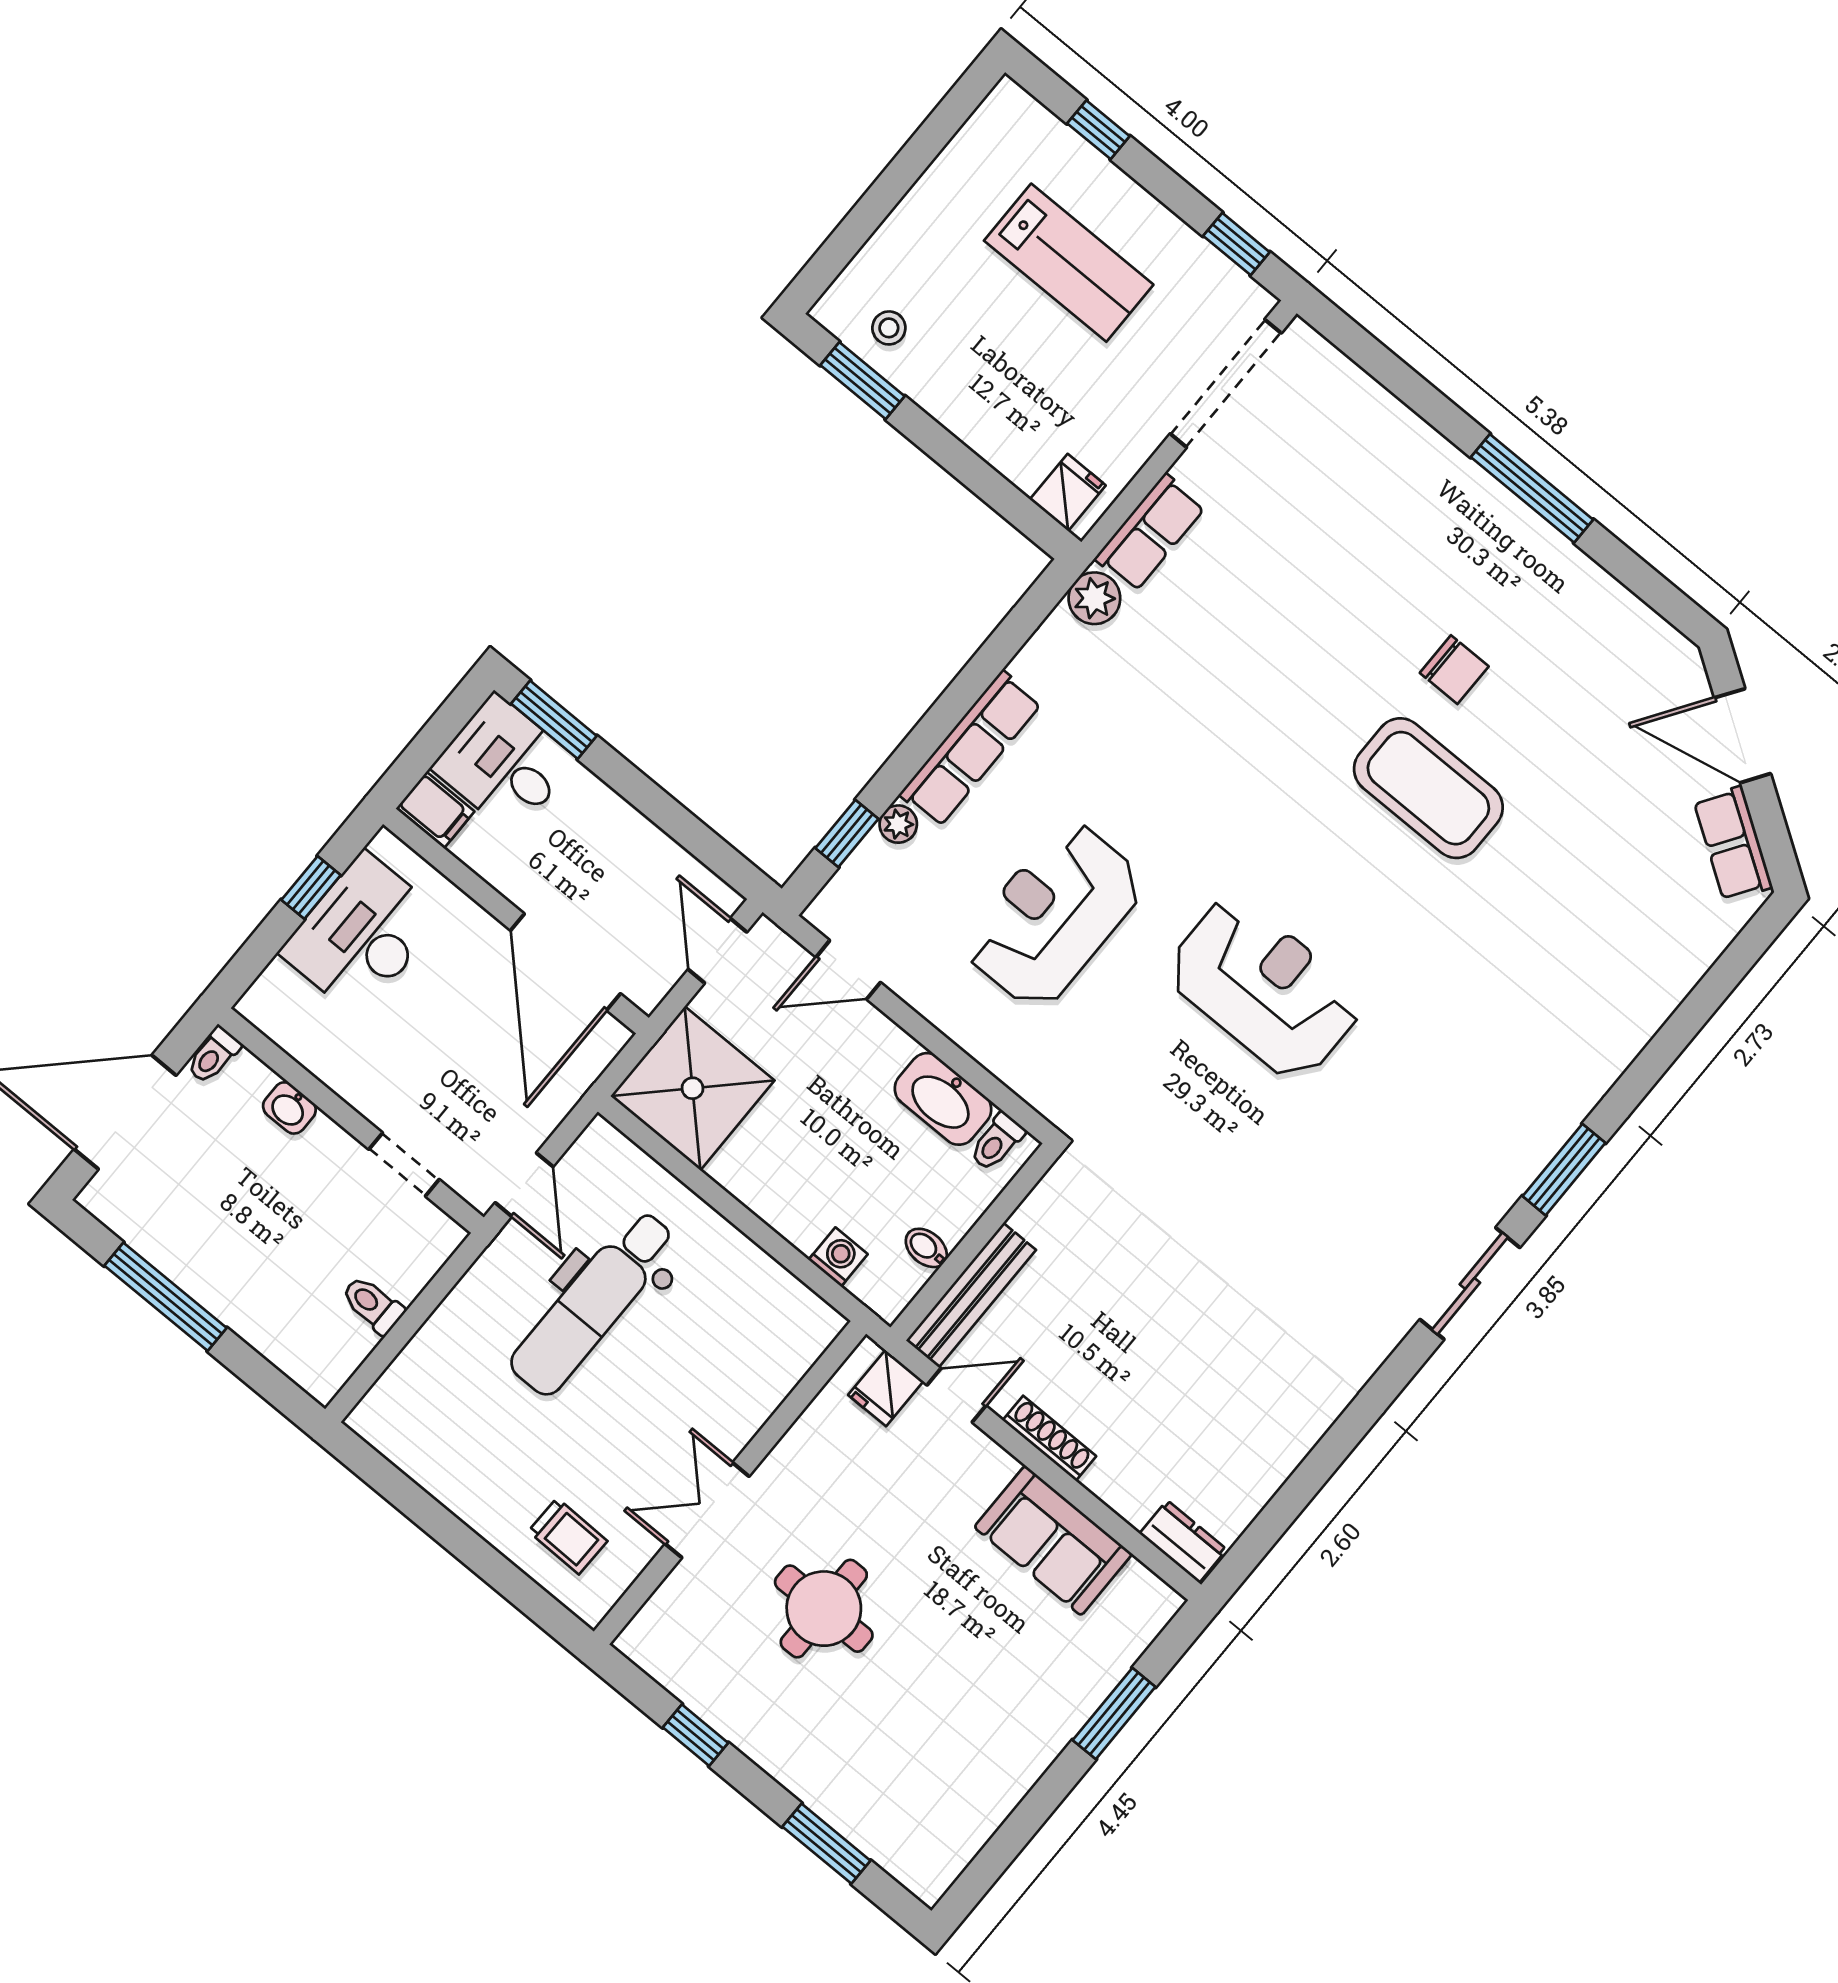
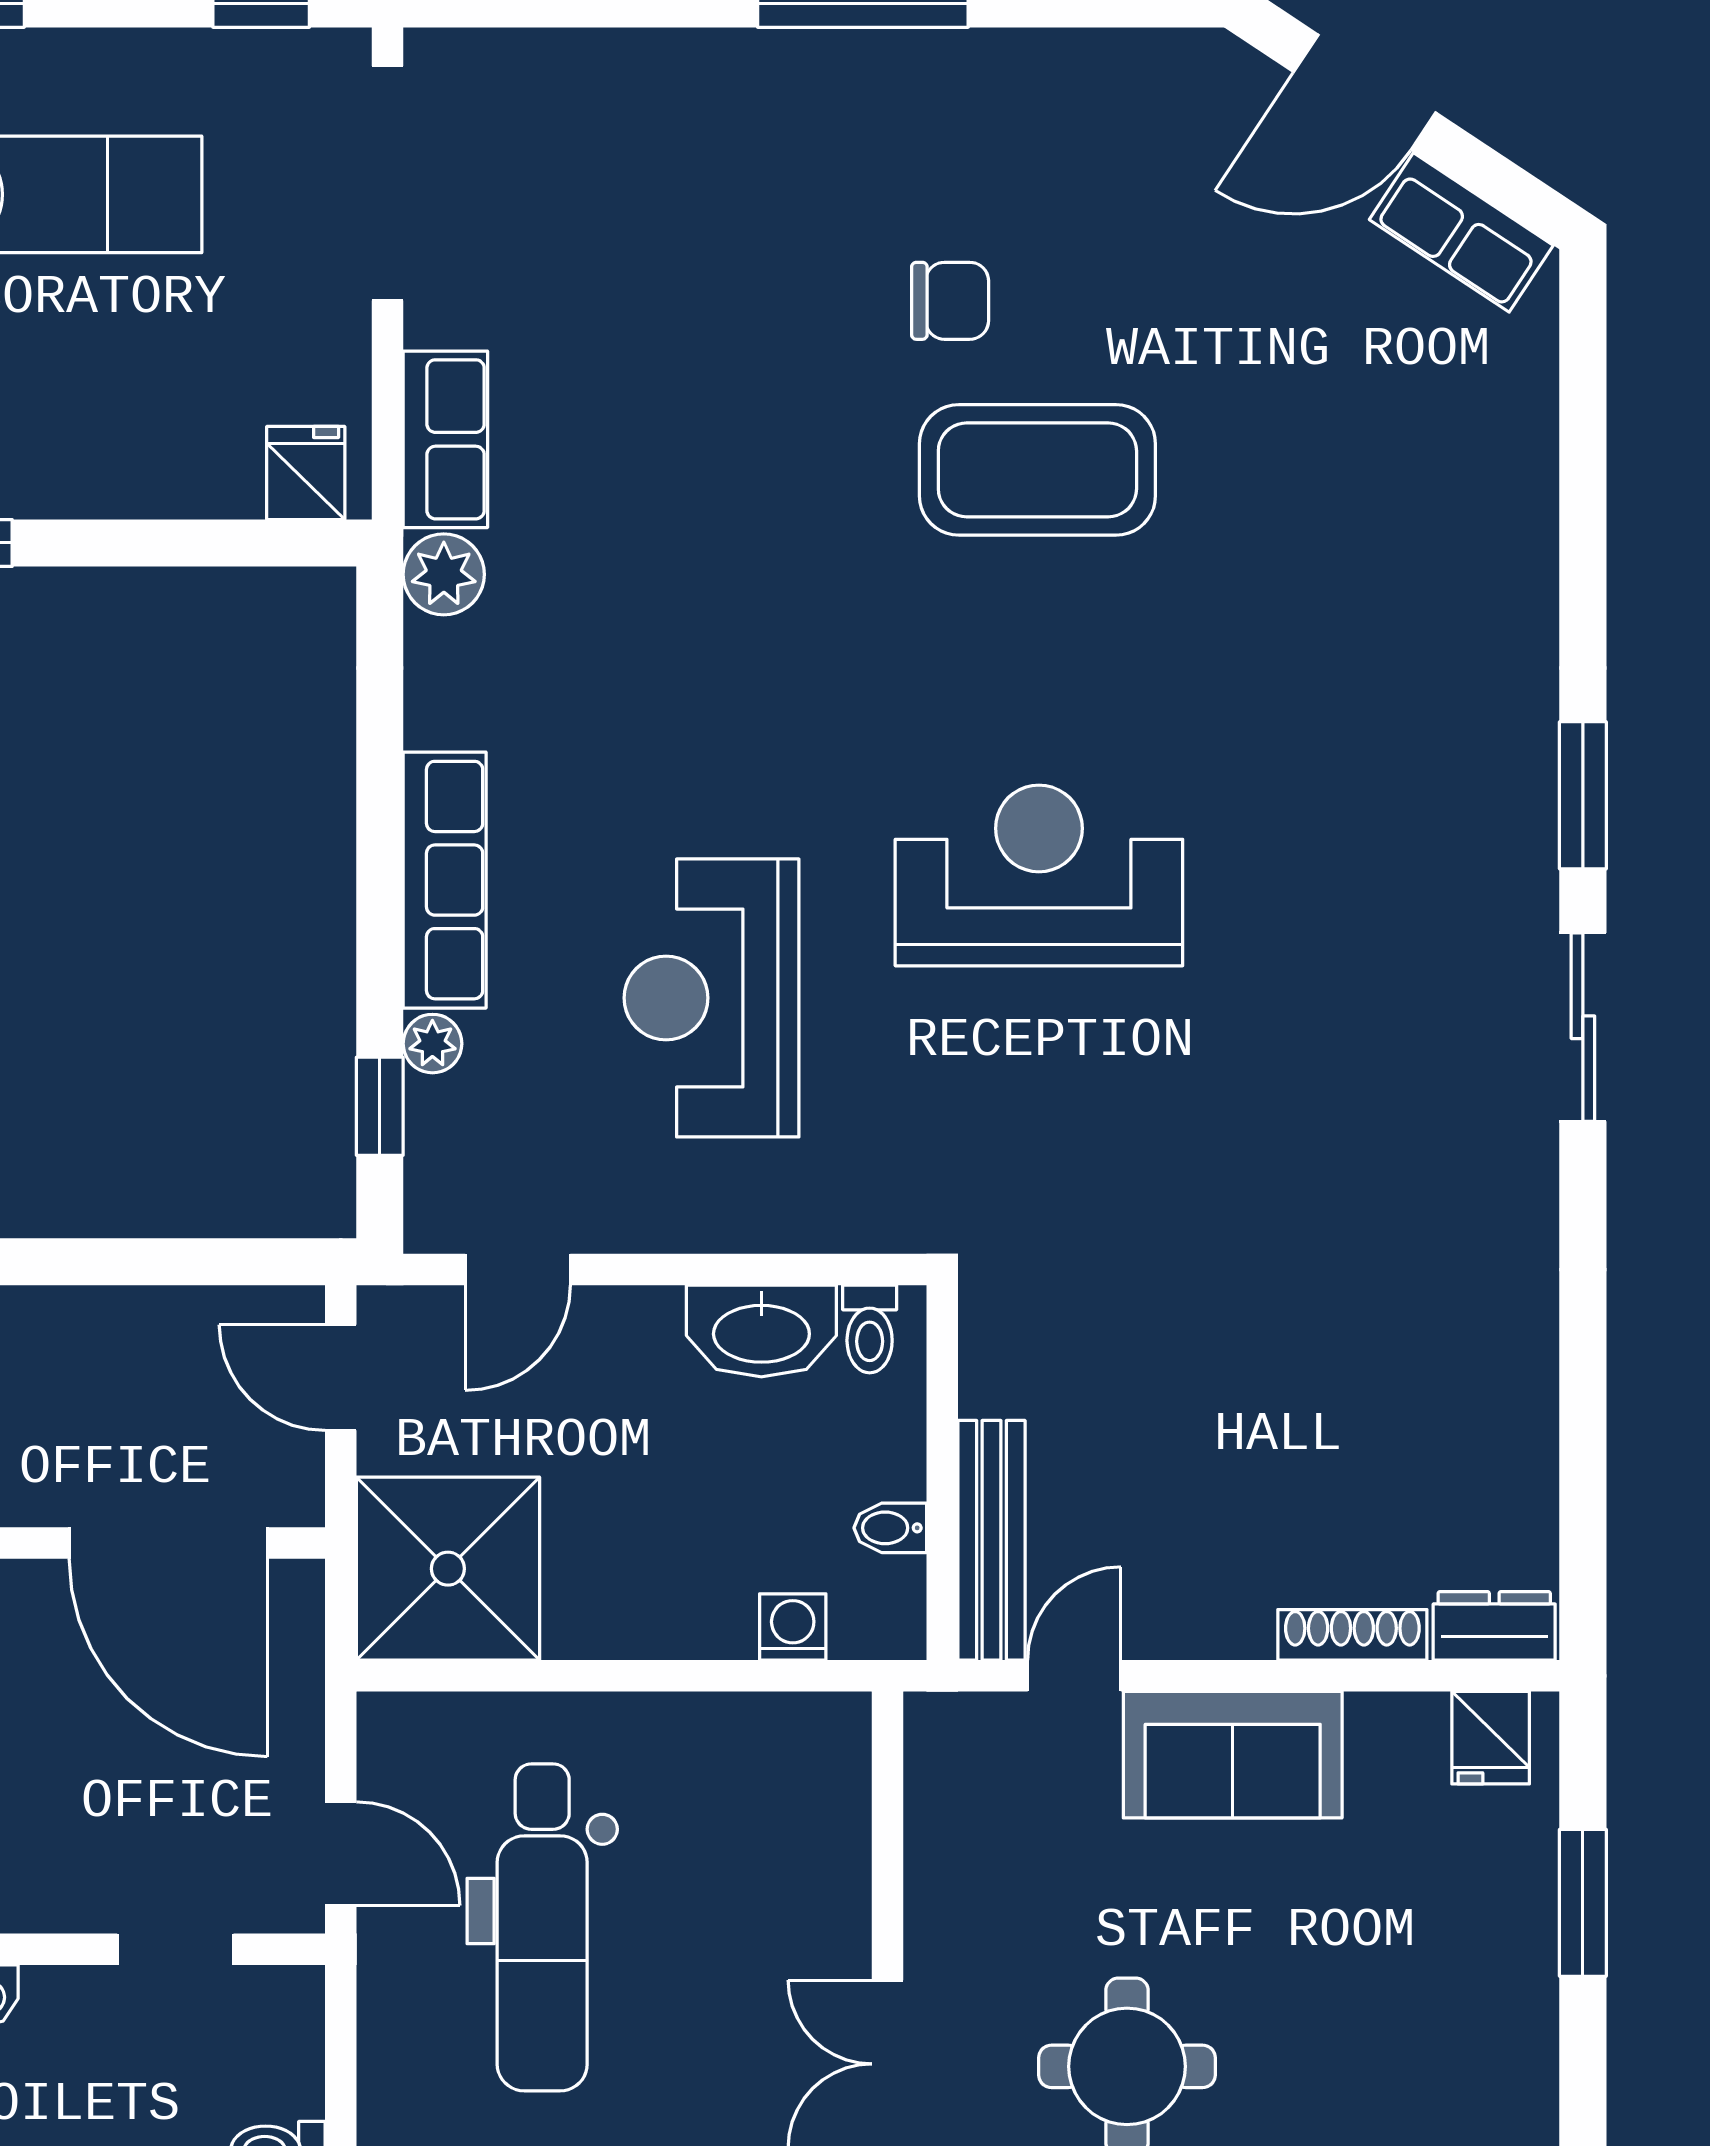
fridge: (886, 1388) -> (1491, 1738), moved
shoe rack: (1049, 1438) -> (1352, 1635), moved
sofa: (1053, 1541) -> (1233, 1755), moved

